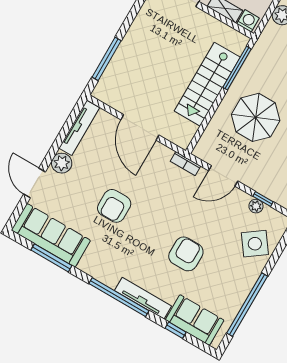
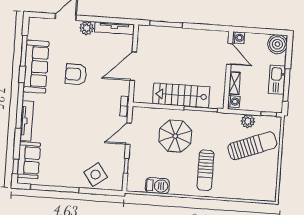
door: (223, 176) -> (128, 134), hinge flipped
plant: (256, 206) -> (120, 164), removed
sofa: (51, 235) -> (36, 67), moved
armchair: (186, 254) -> (68, 134), removed
window: (176, 330) -> (16, 167), moved

